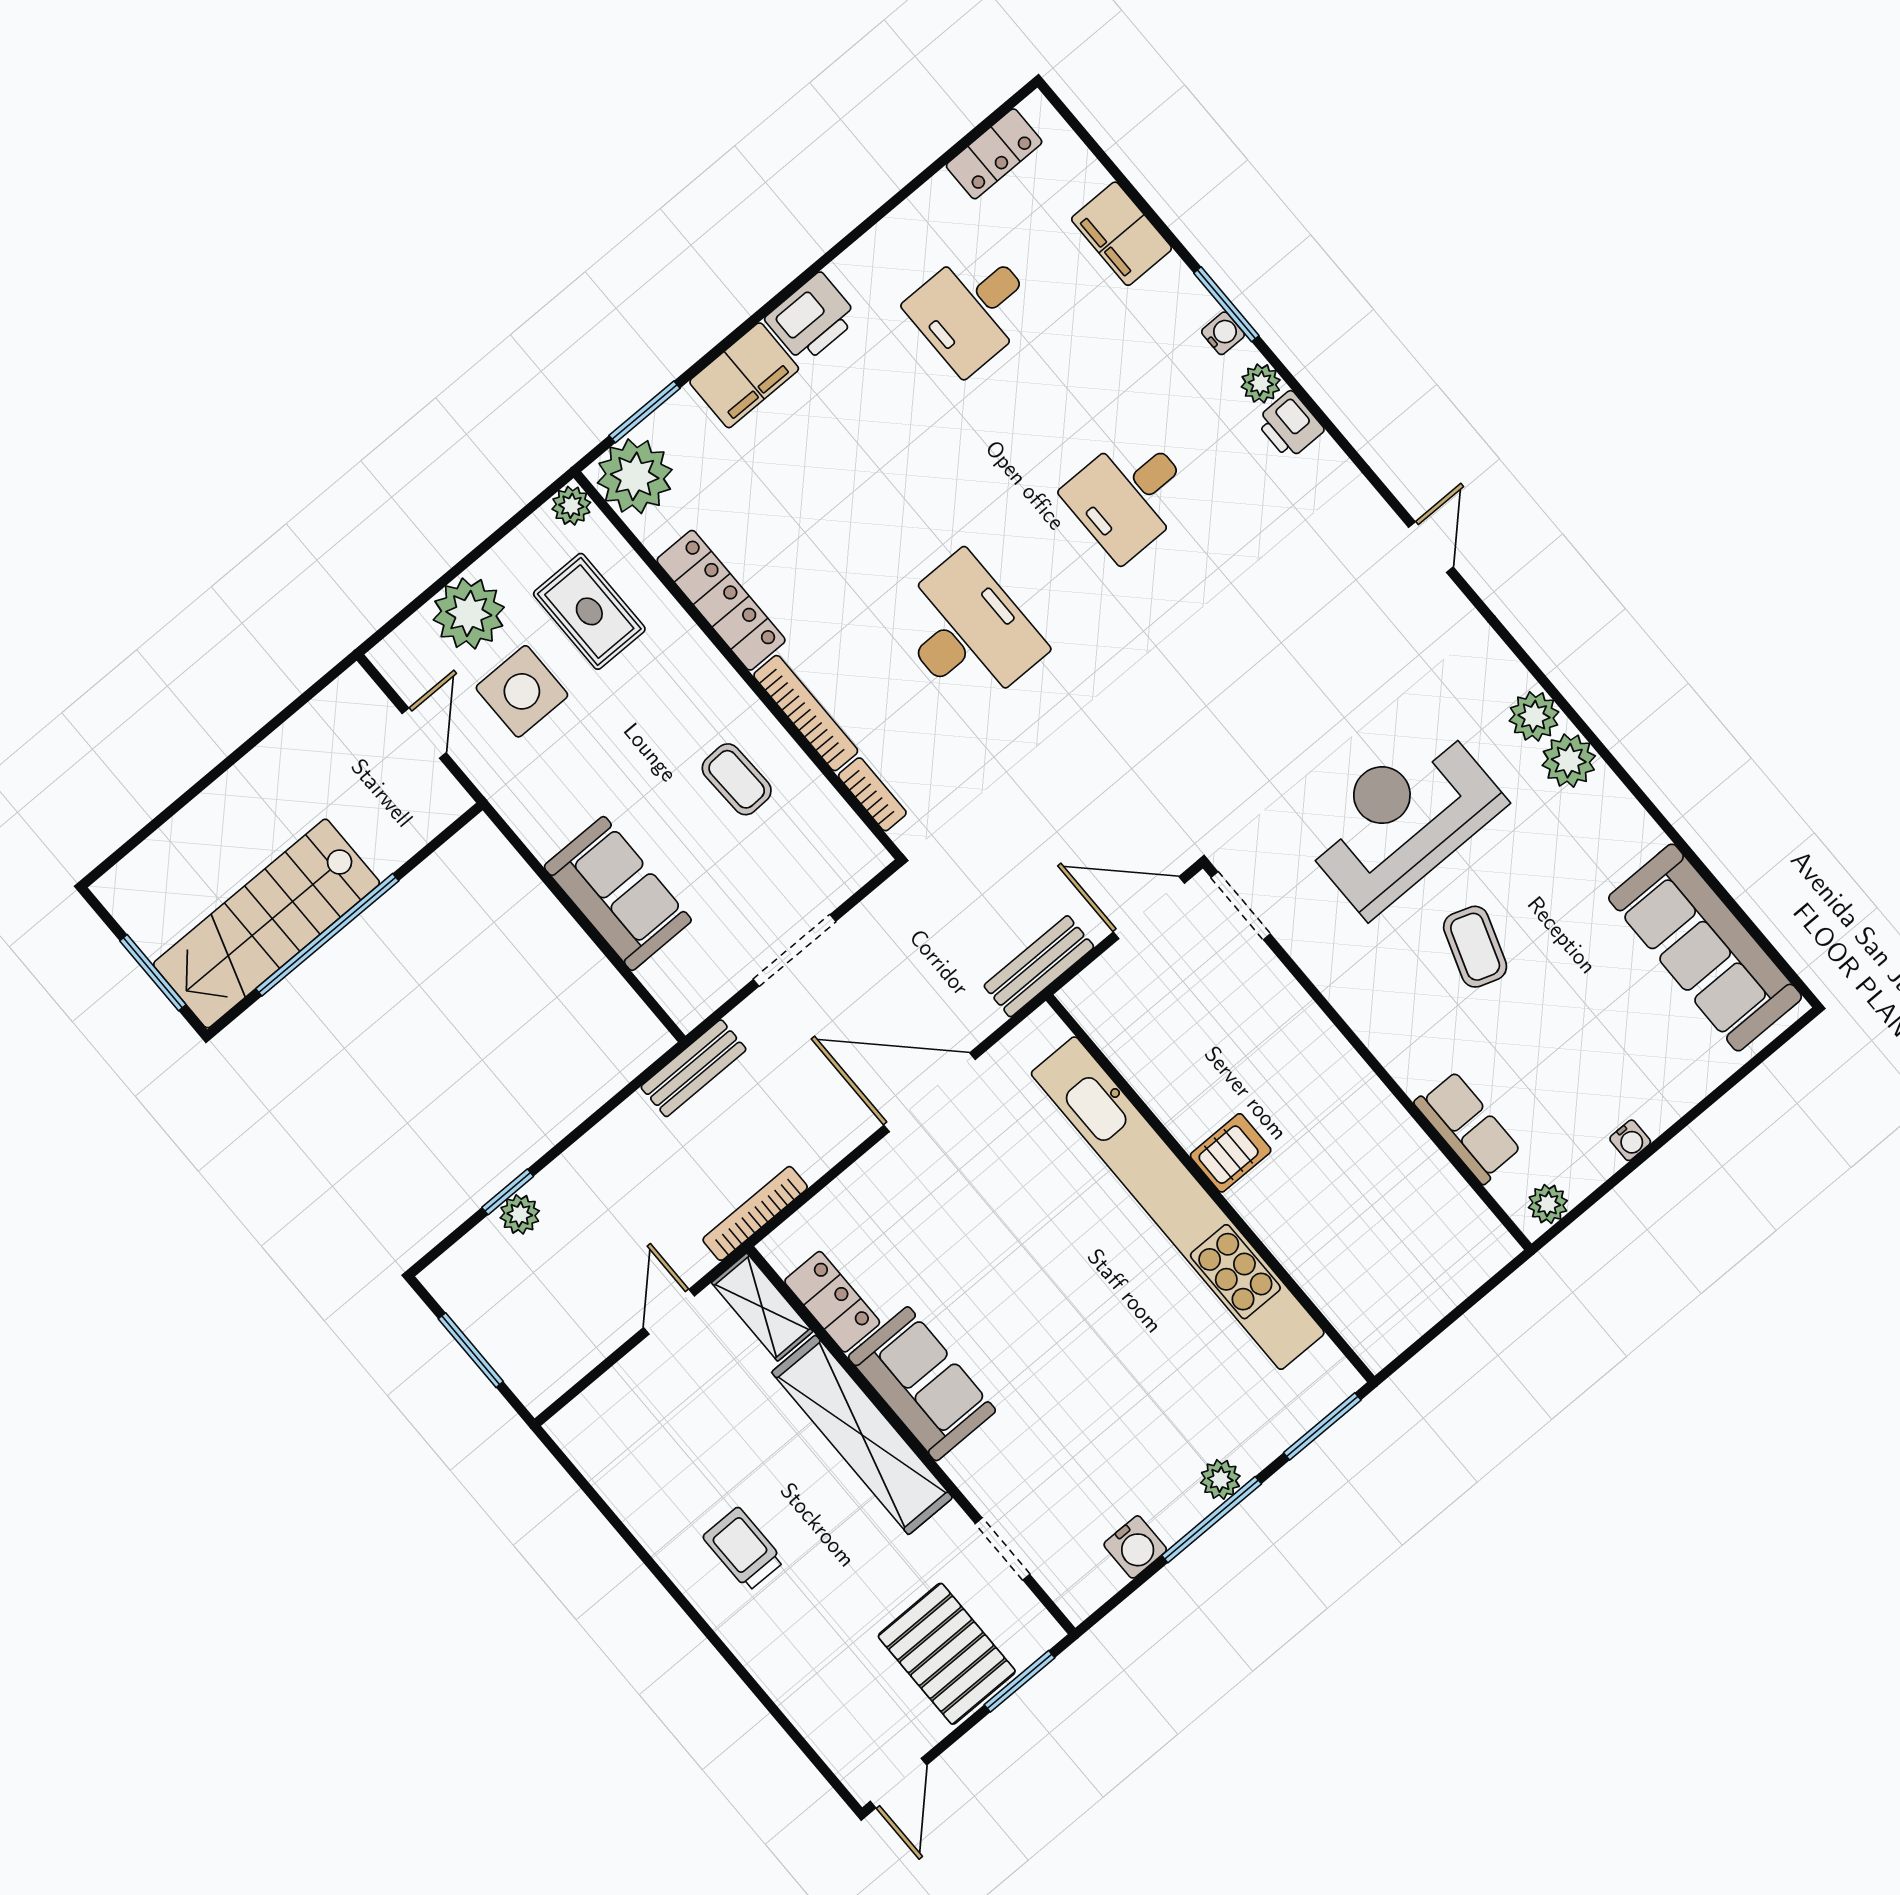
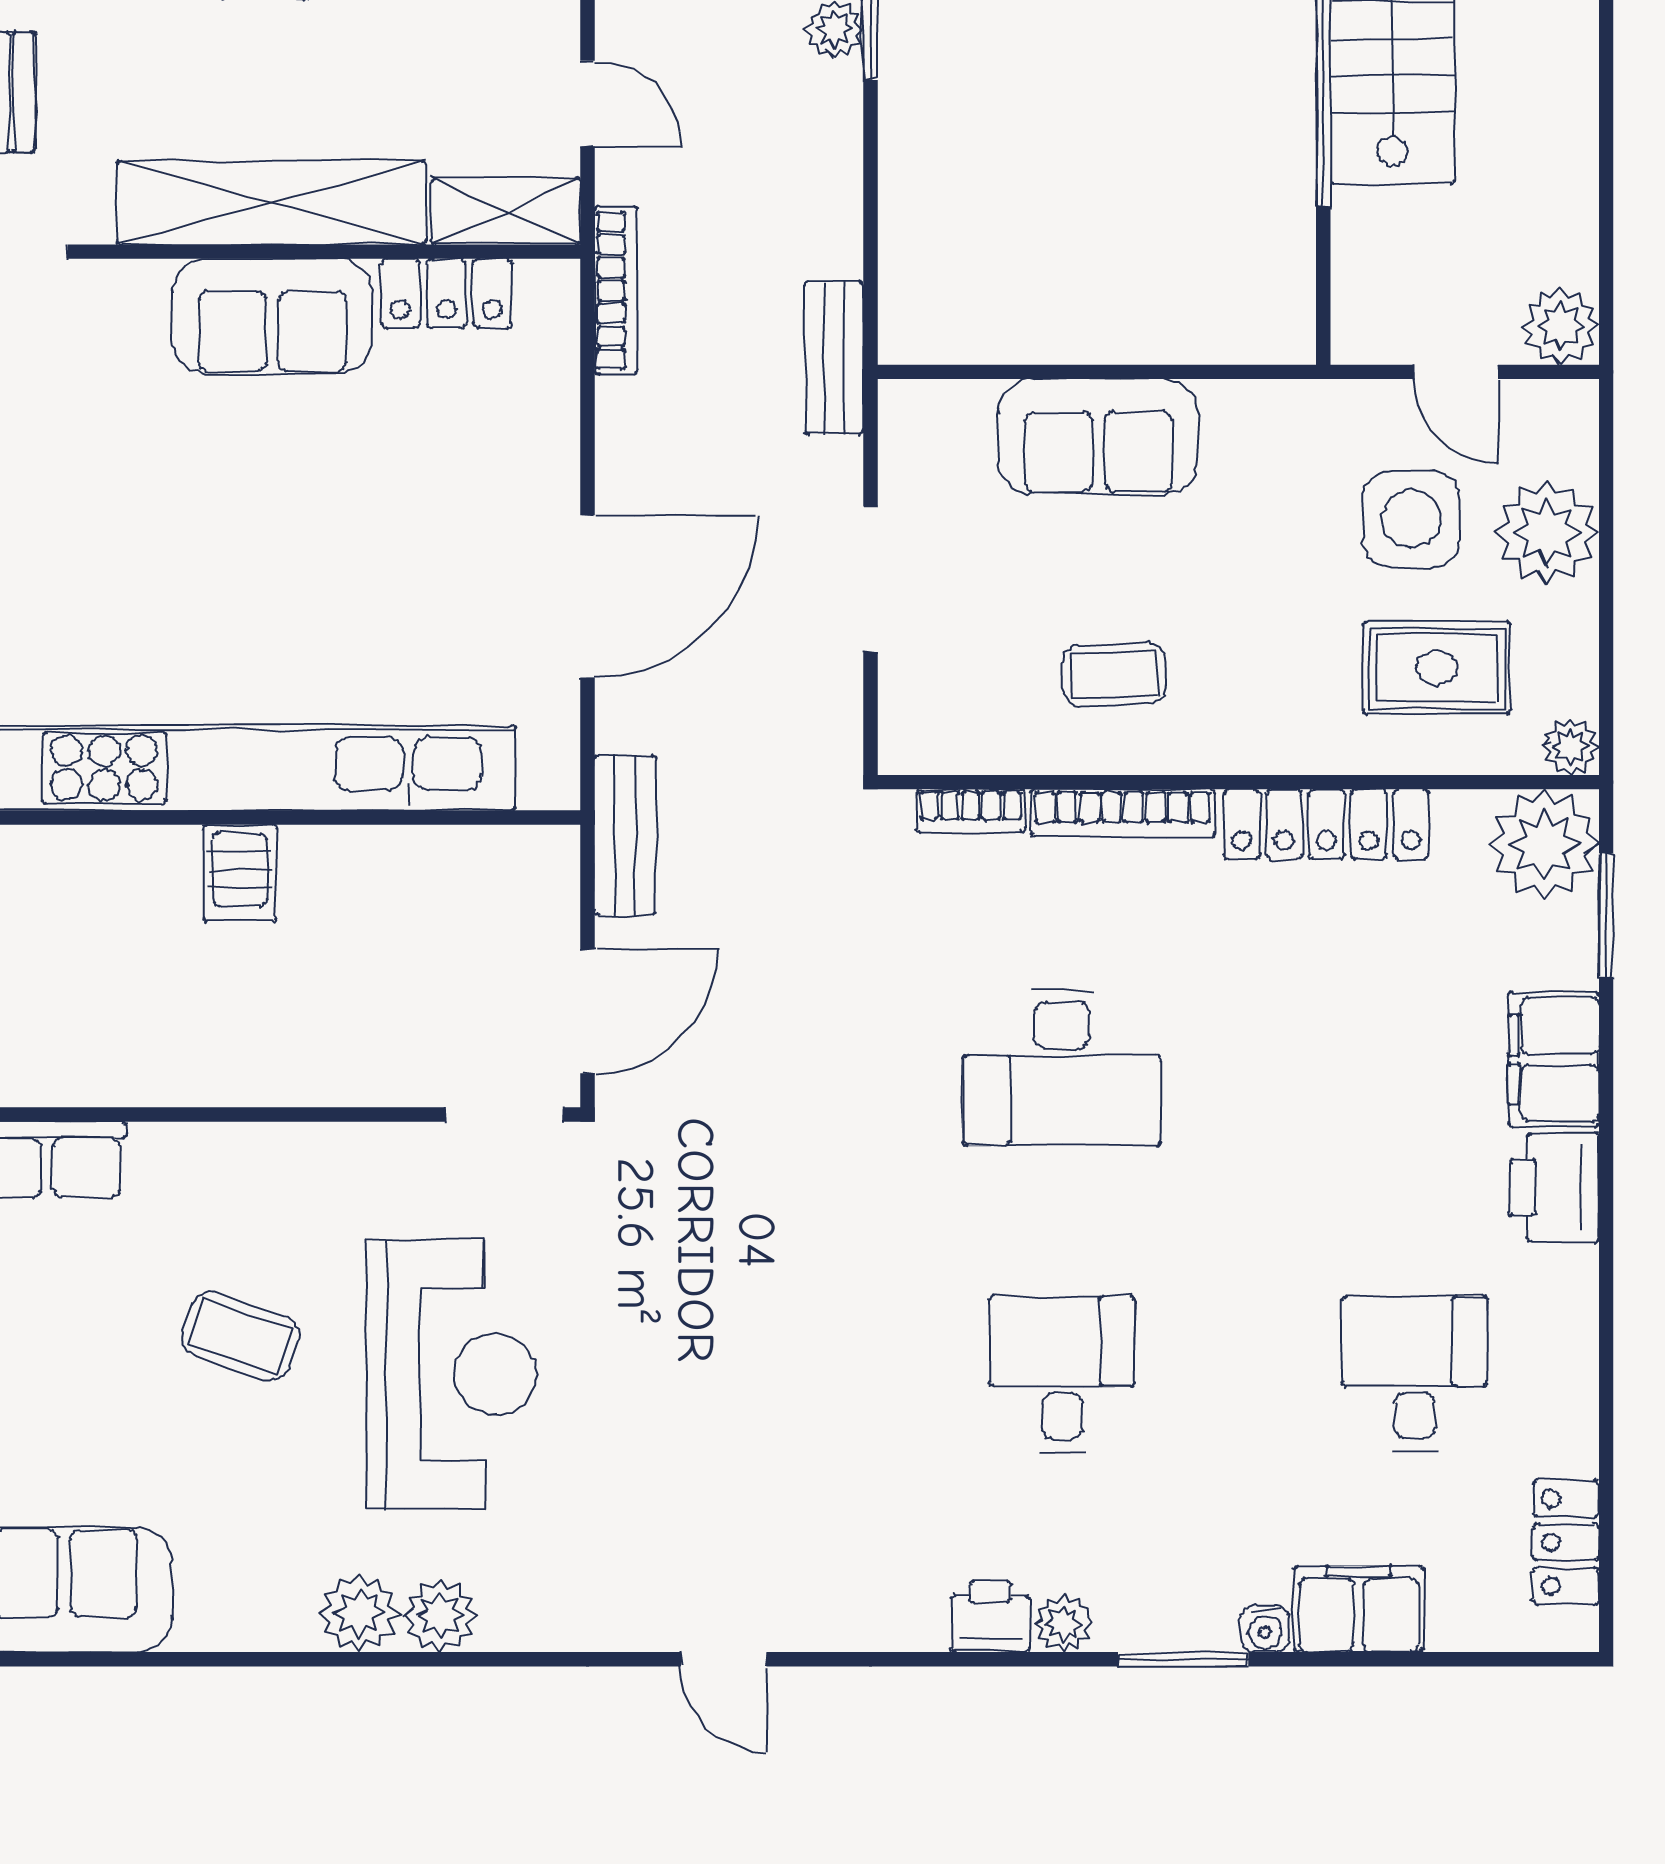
water cooler: (1223, 333) -> (1265, 1628), moved
plant: (354, 698) -> (1561, 326), added

